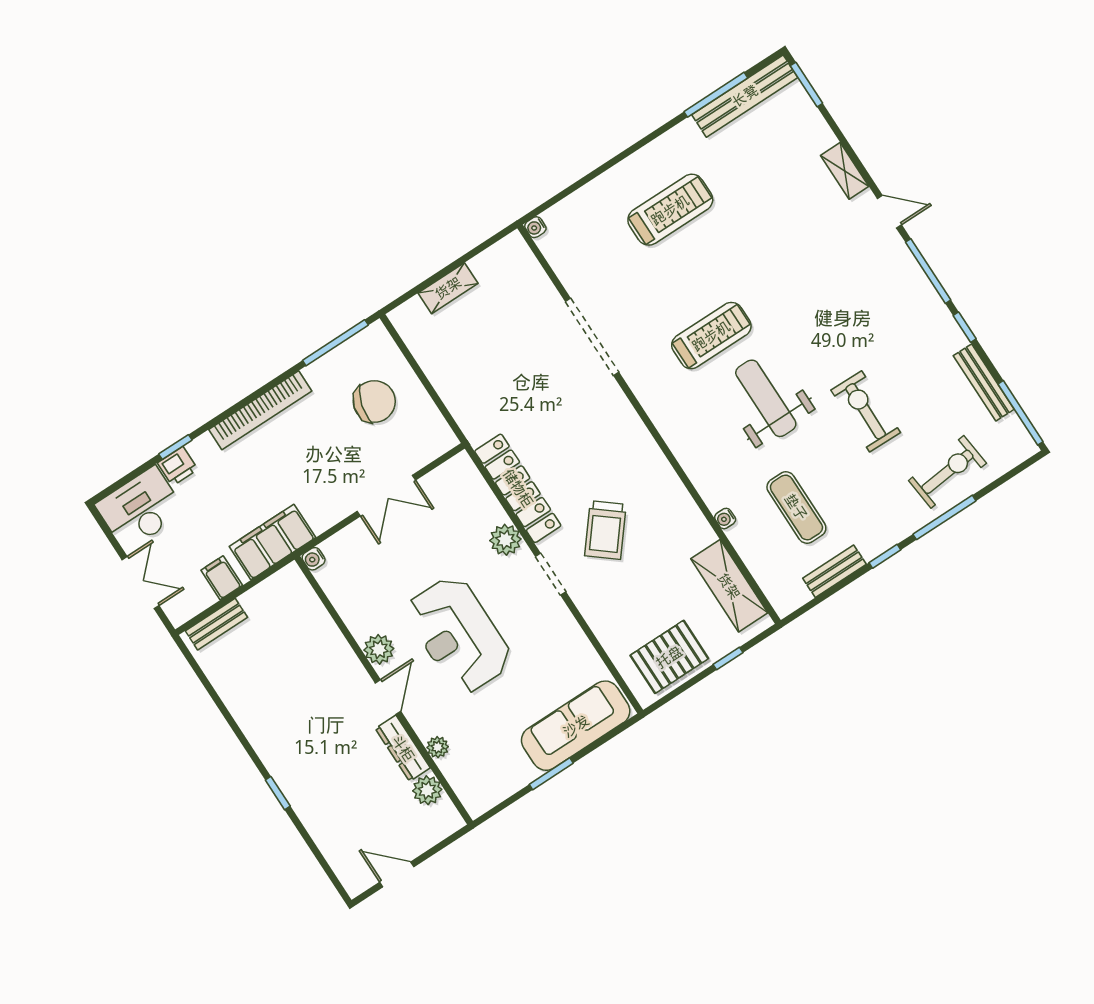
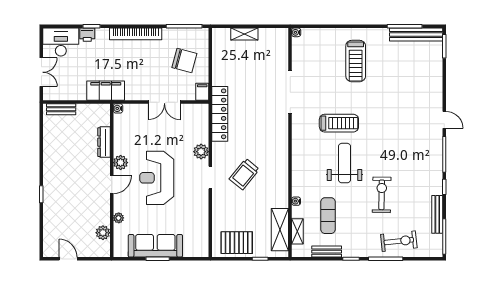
shelving: (845, 171) -> (297, 231), moved
treadmill: (670, 210) -> (356, 61), turned 90
locker: (518, 488) -> (220, 114), moved
filing cabinet: (222, 578) -> (202, 92), moved
sofa: (576, 726) -> (155, 246), moved
dresser: (403, 748) -> (104, 142), moved

